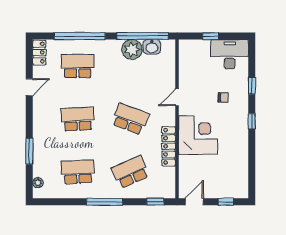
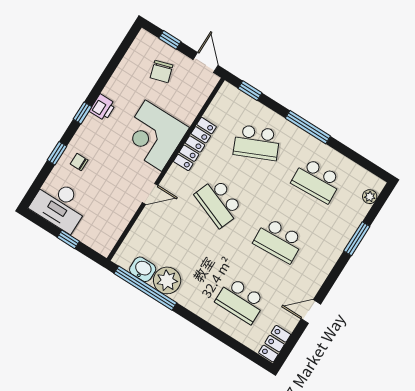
window: (80, 36) -> (217, 333), removed
chair: (223, 97) -> (79, 162), moved
printer: (241, 133) -> (103, 107), added
chair: (219, 179) -> (161, 71), added
door: (194, 202) -> (206, 63), swing flipped

